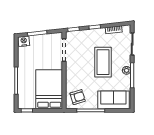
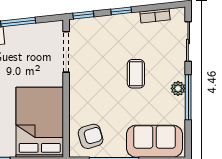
coffee table: (103, 62) -> (136, 74), width x0.54, depth x0.58

